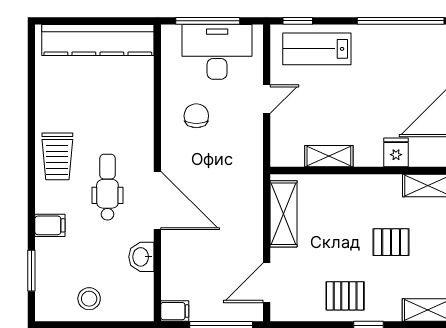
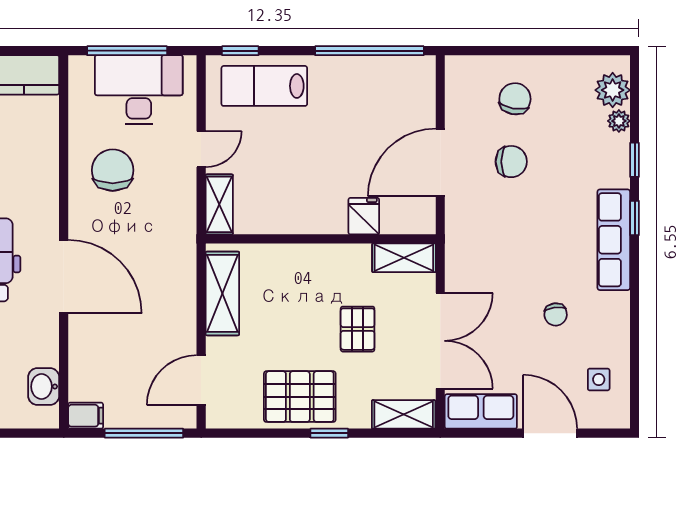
chair: (196, 116) -> (113, 170), width x1.37, depth x1.37
shelving: (329, 156) -> (219, 204), moved, turned 90
pallet: (391, 242) -> (358, 329), turned 90
washbasin: (141, 257) -> (44, 387), moved
pallet: (345, 296) -> (300, 397), width x1.50, depth x1.42

